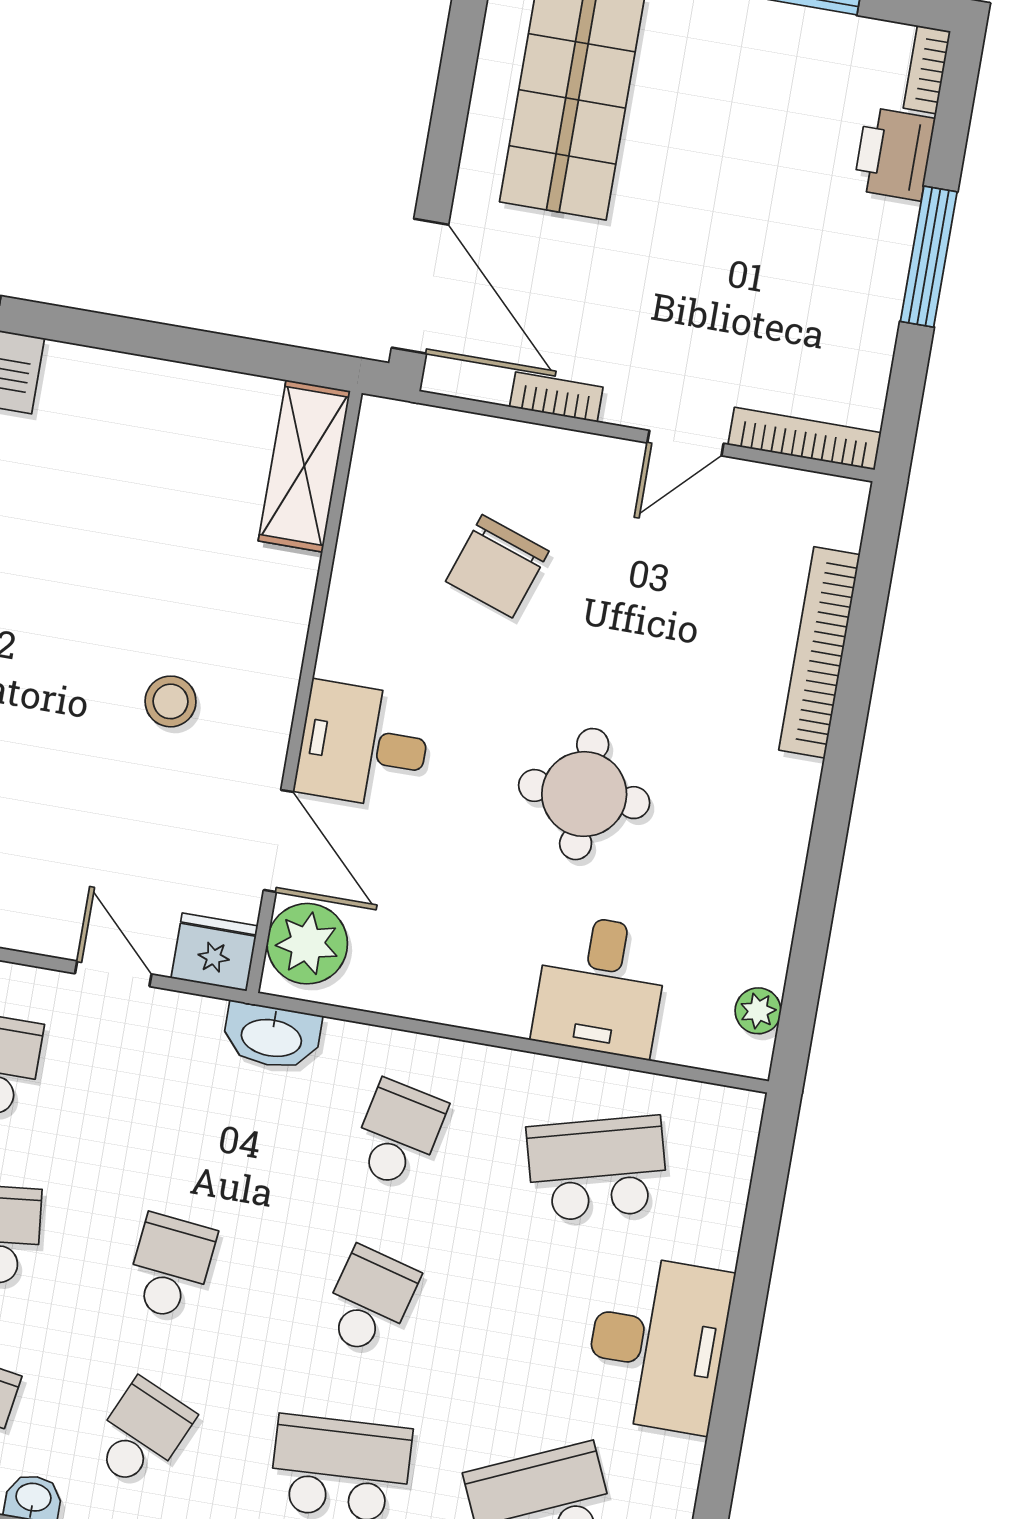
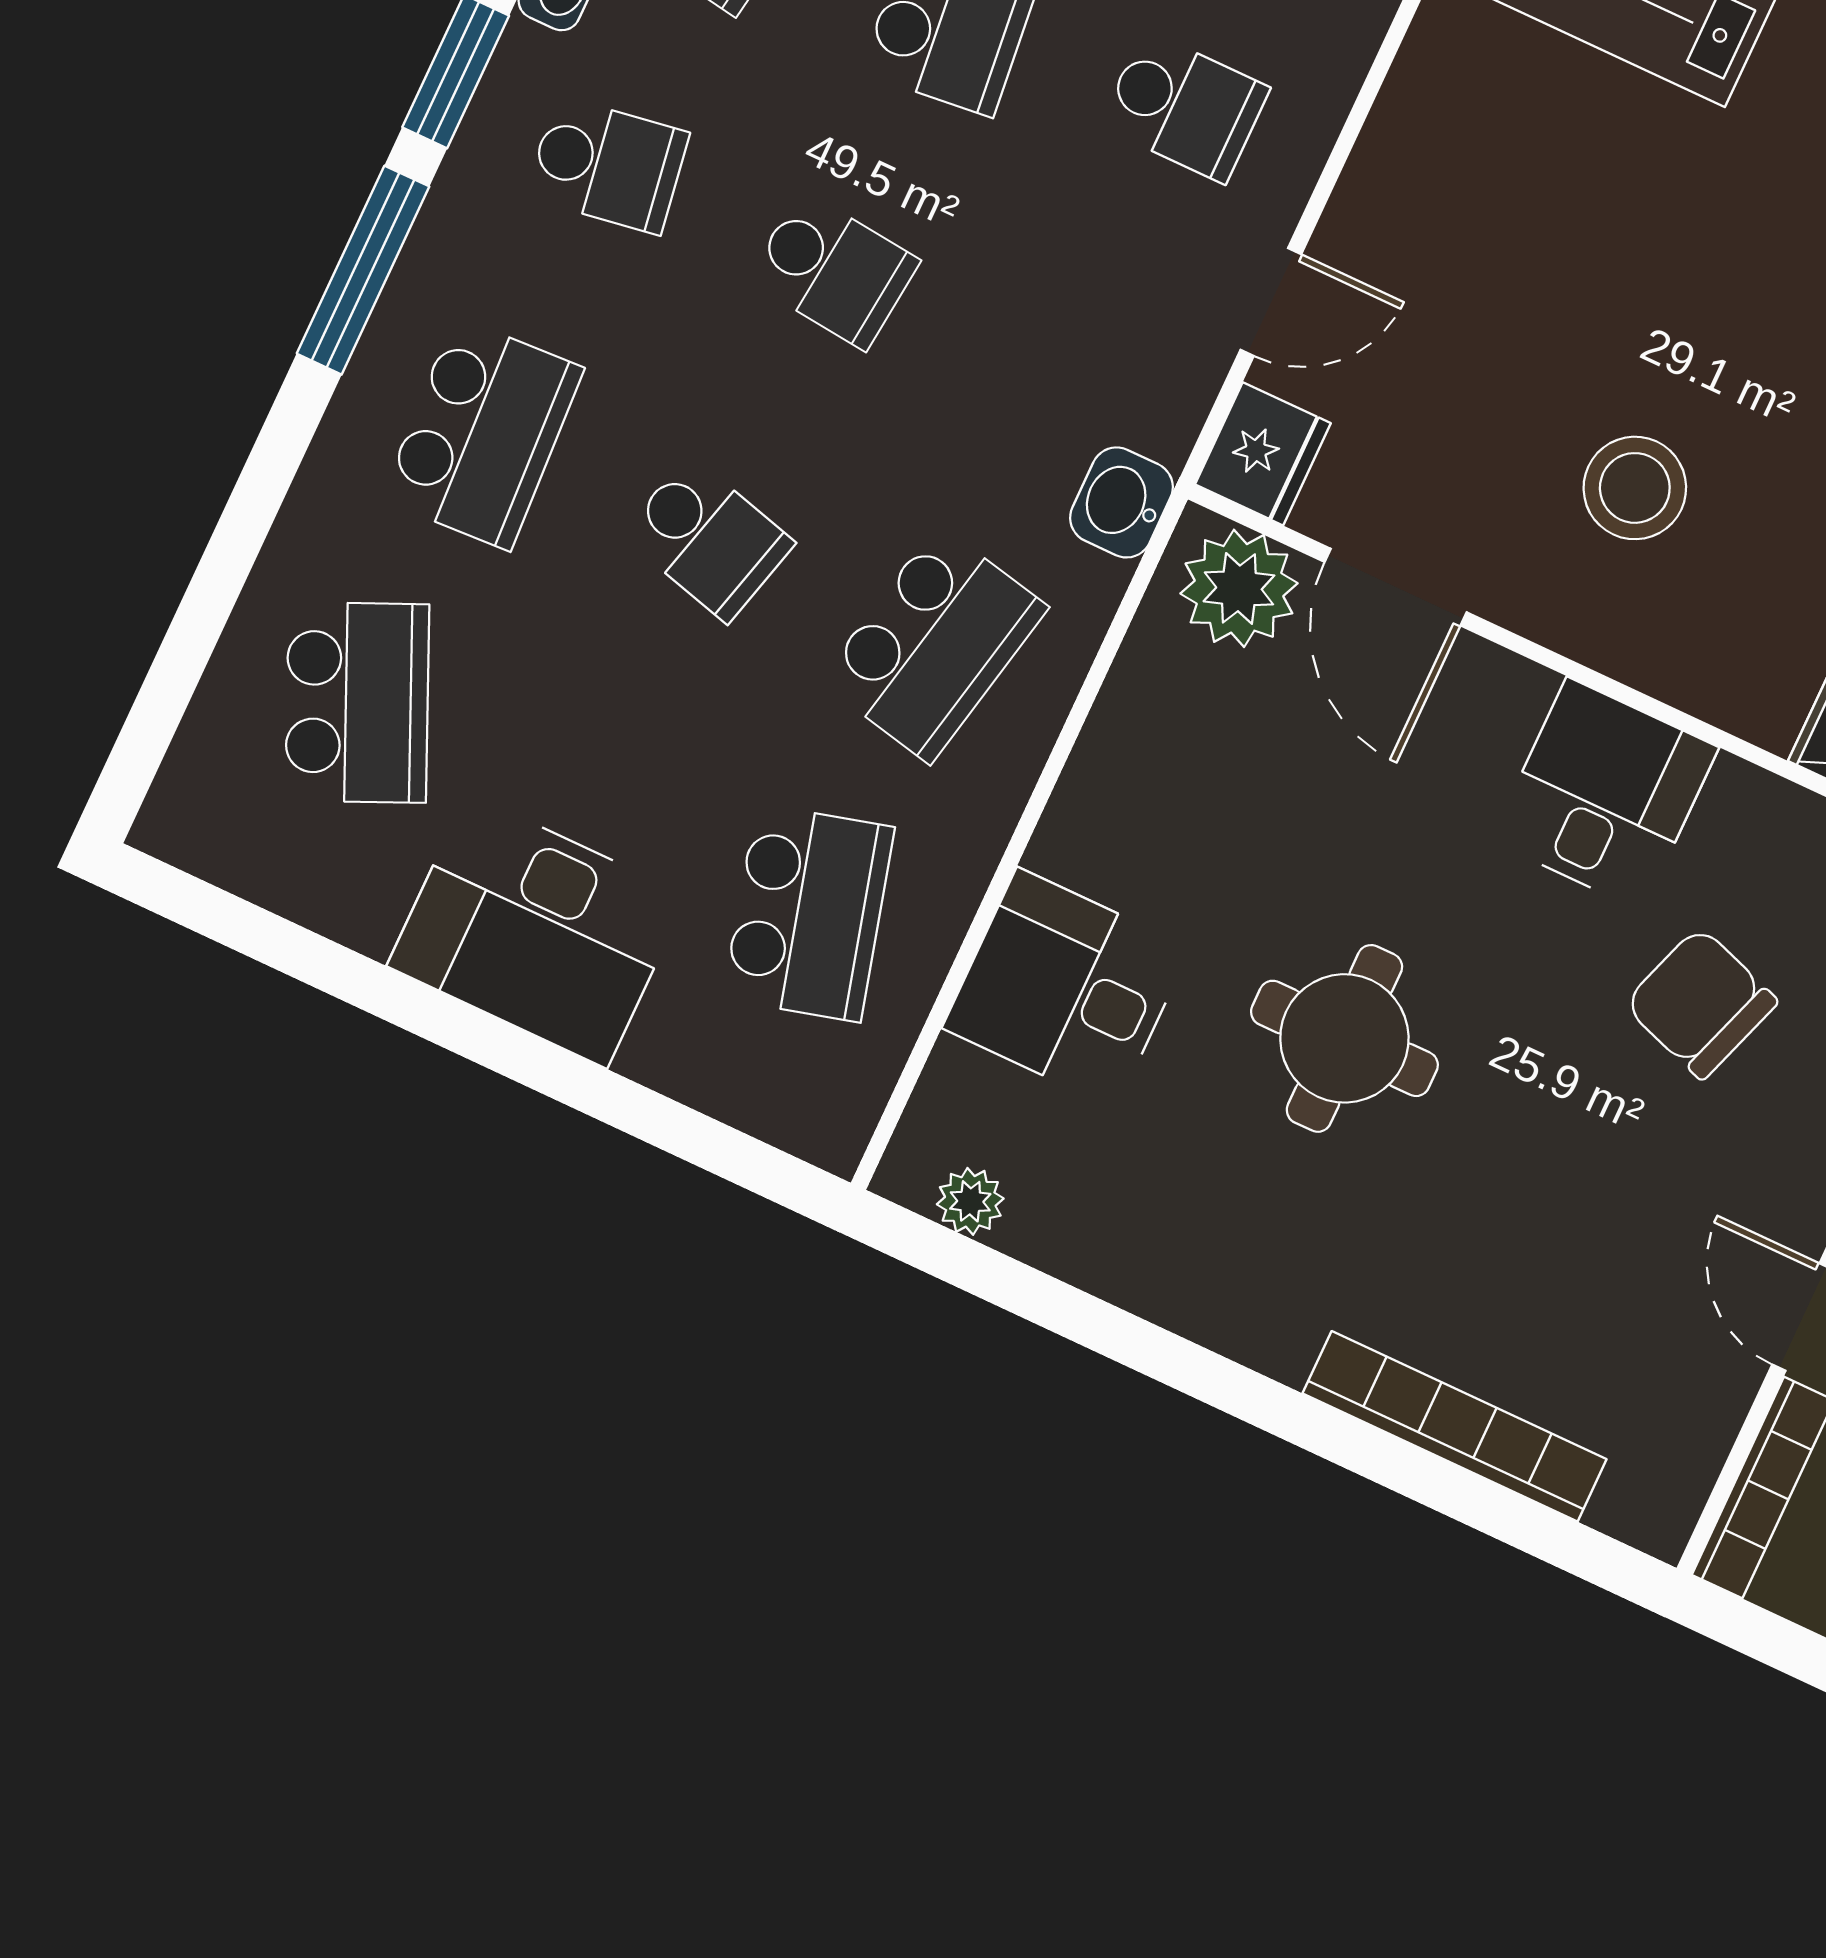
stool: (171, 701) -> (1635, 488), width x1.38, depth x1.38
desk: (363, 745) -> (1605, 794), moved
door: (278, 841) -> (1396, 587), hinge flipped
washbasin: (272, 1036) -> (1121, 502), width x0.72
school desk: (398, 1134) -> (934, 644), width x1.85
school desk: (142, 1434) -> (608, 165), turned -33

